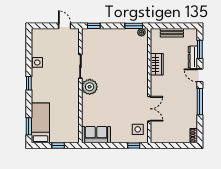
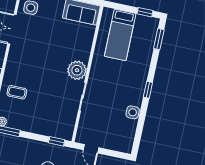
coffee table: (134, 59) -> (17, 92), added
bed: (40, 123) -> (120, 35), moved
window: (58, 146) -> (145, 12), moved

